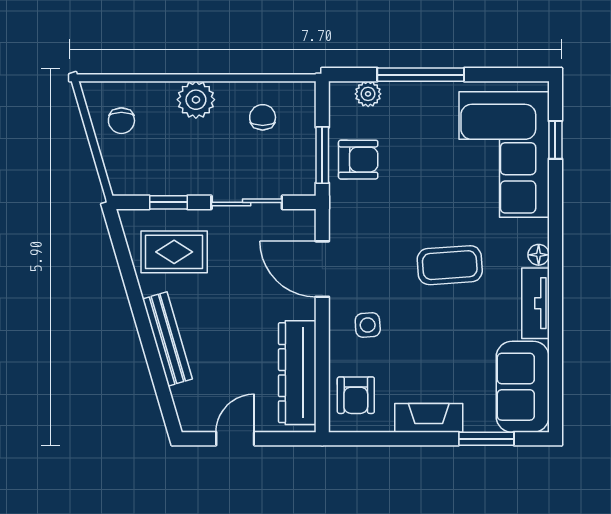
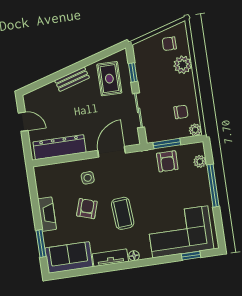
plant: (303, 94) -> (195, 130), added
plant: (196, 100) -> (183, 65), moved
bench: (167, 339) -> (72, 79), width x0.73
armchair: (356, 395) -> (87, 209), moved, turned 108

